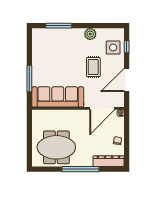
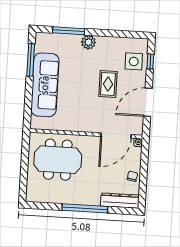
plant: (90, 34) -> (88, 42), moved
window: (29, 78) -> (31, 60), moved
sofa: (58, 97) -> (45, 85), moved, turned 90
meeting table: (56, 147) -> (58, 160), moved

